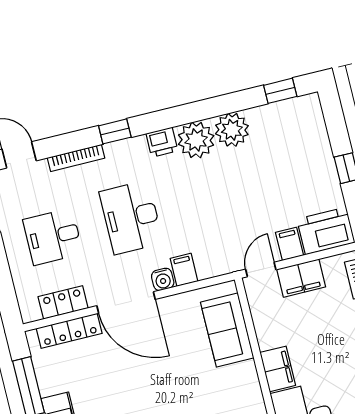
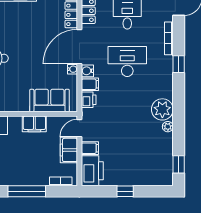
plant: (232, 130) -> (168, 127), width x0.53, depth x0.53
printer: (162, 142) -> (89, 100), moved, turned 180
door: (261, 269) -> (79, 128), swing flipped
water cooler: (166, 305) -> (72, 69), added
filing cabinet: (278, 369) -> (34, 124), moved

